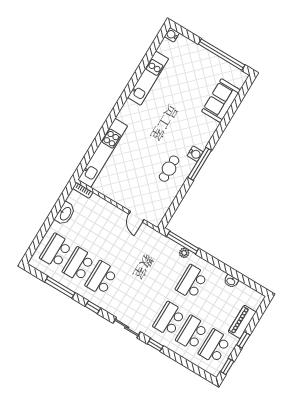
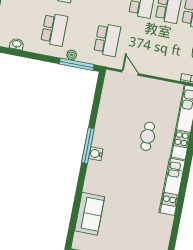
kitchen unit: (148, 78) -> (172, 187), moved
cafe table: (169, 169) -> (148, 136), moved
school desk: (146, 255) -> (107, 40), added

